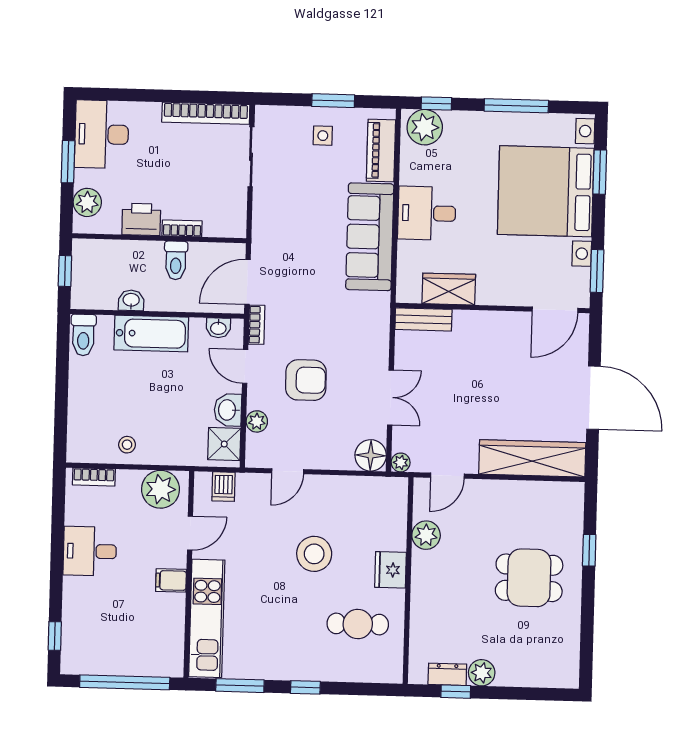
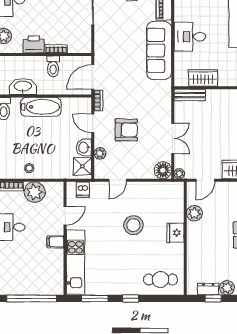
washbasin: (131, 300) -> (23, 87), width x1.91, depth x1.45
washbasin: (218, 328) -> (77, 103), removed
plant: (160, 489) -> (35, 192), moved
cafe table: (358, 624) -> (161, 280), moved

